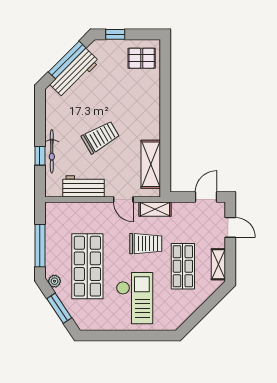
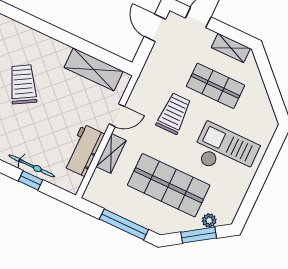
trolley: (100, 137) -> (23, 84), moved
shelving: (155, 209) -> (111, 153), moved
plant: (54, 281) -> (209, 220), moved

